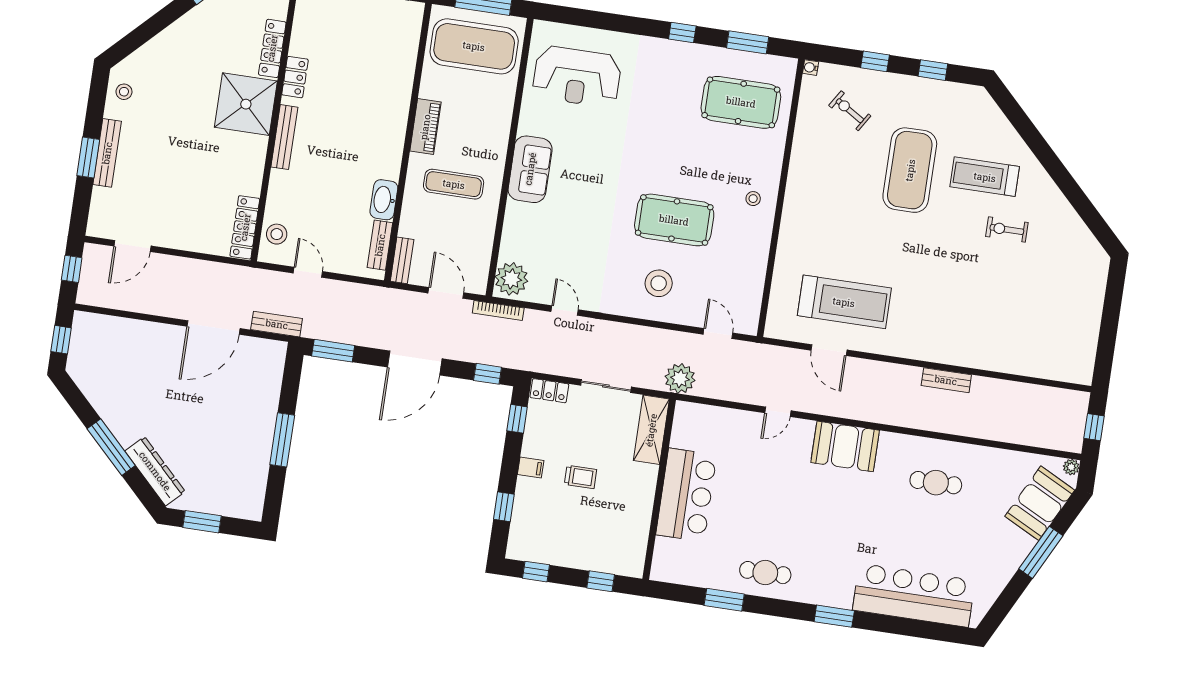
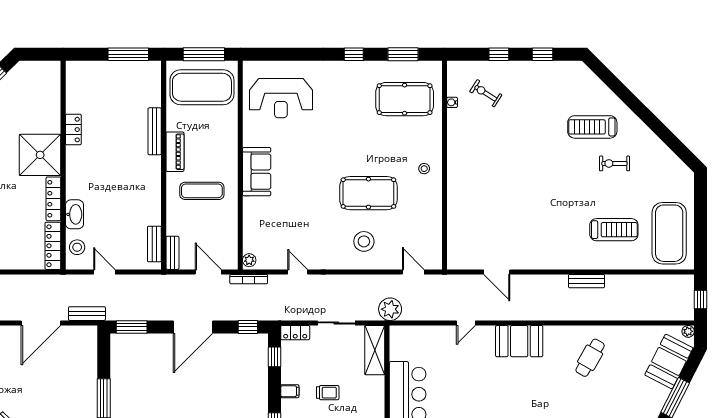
locker: (272, 48) -> (53, 199), moved
water cooler: (811, 68) -> (452, 102), moved
bench: (284, 137) -> (155, 131), moved
exercise mat: (910, 170) -> (669, 233), moved
washbasin: (384, 200) -> (74, 214), moved, turned 180
plant: (511, 279) -> (249, 260), width x0.53, depth x0.53
treadmill: (844, 302) -> (614, 230), moved, width x0.73, depth x0.73
cafe table: (936, 483) -> (590, 358), turned -60

